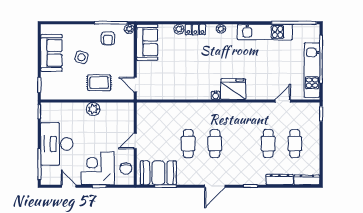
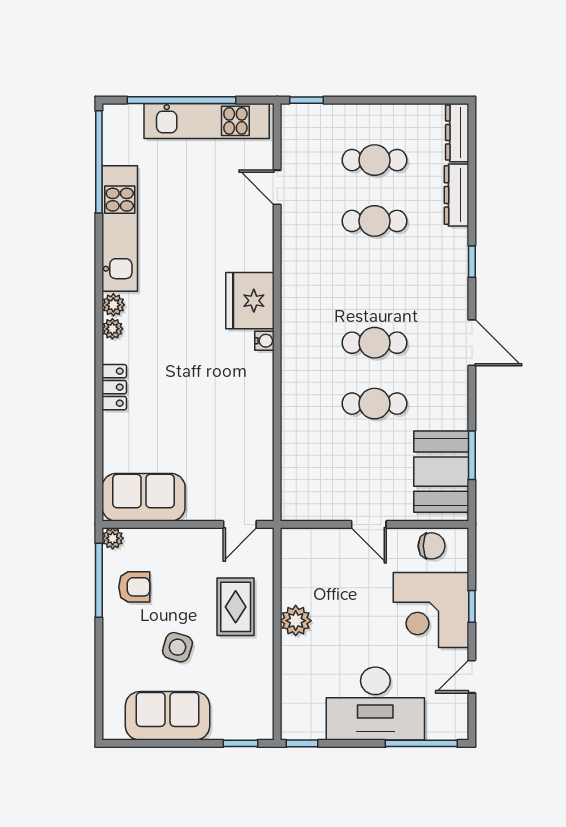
plant: (179, 29) -> (113, 305), moved

